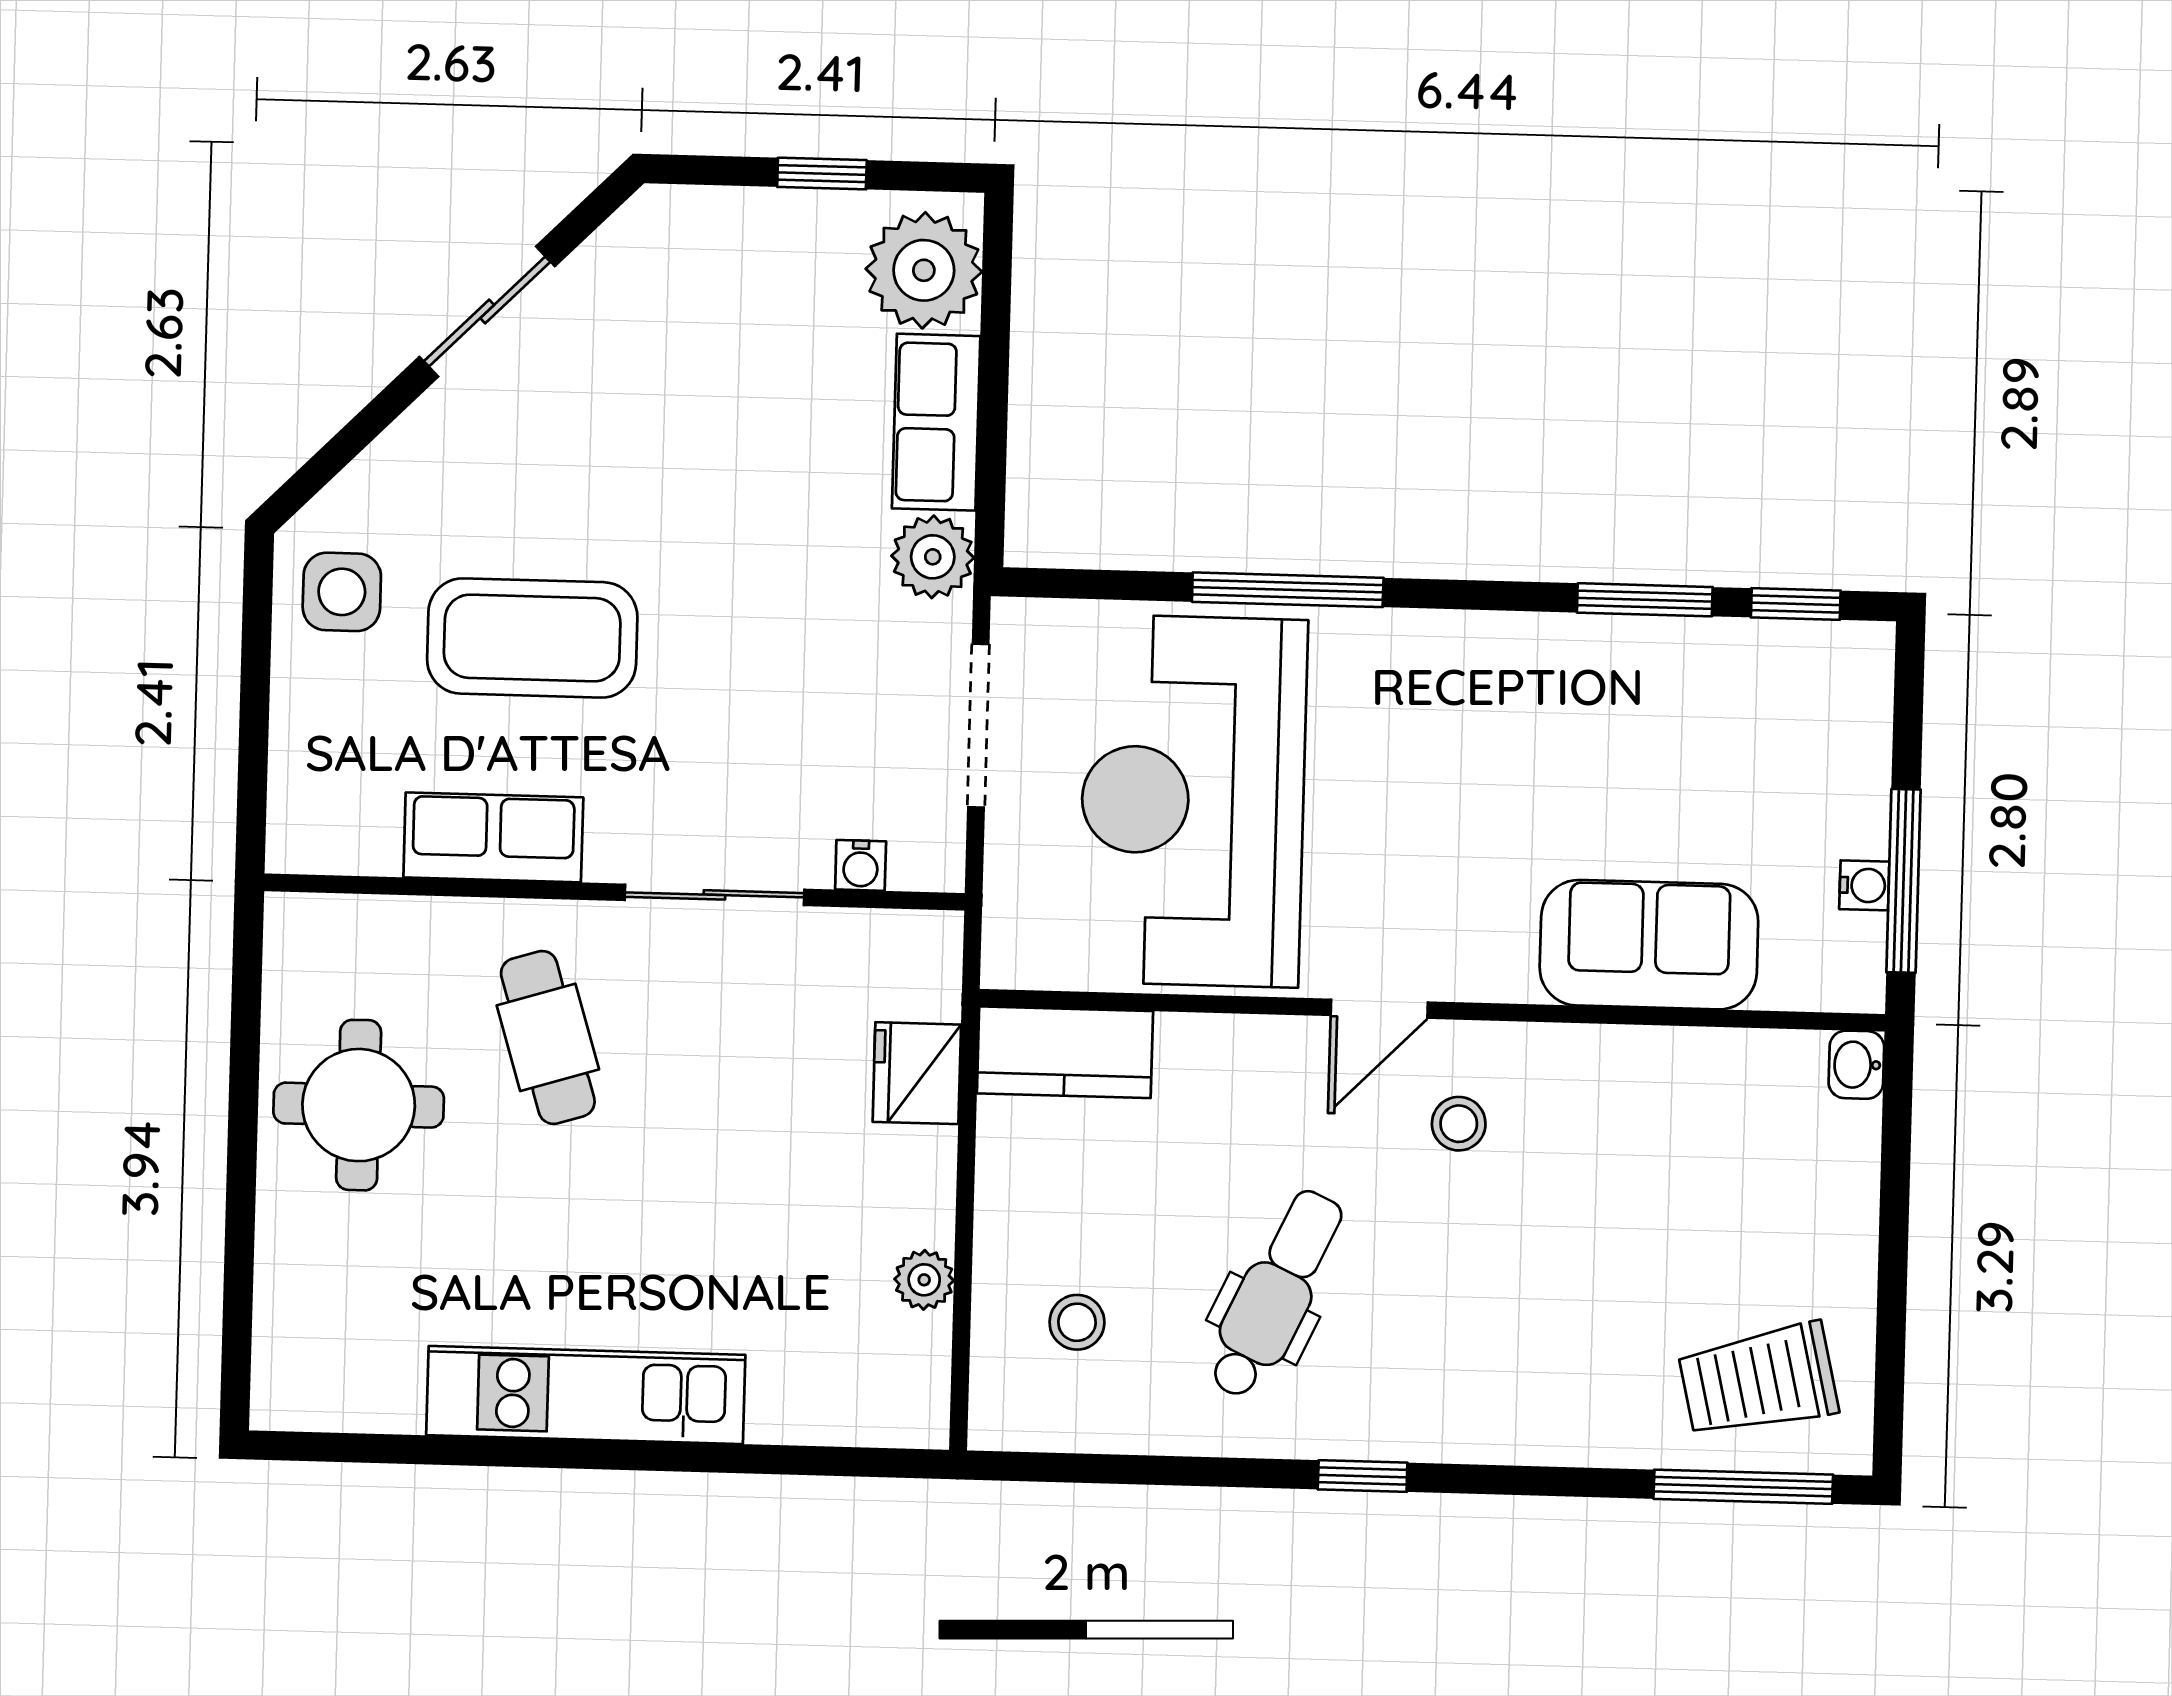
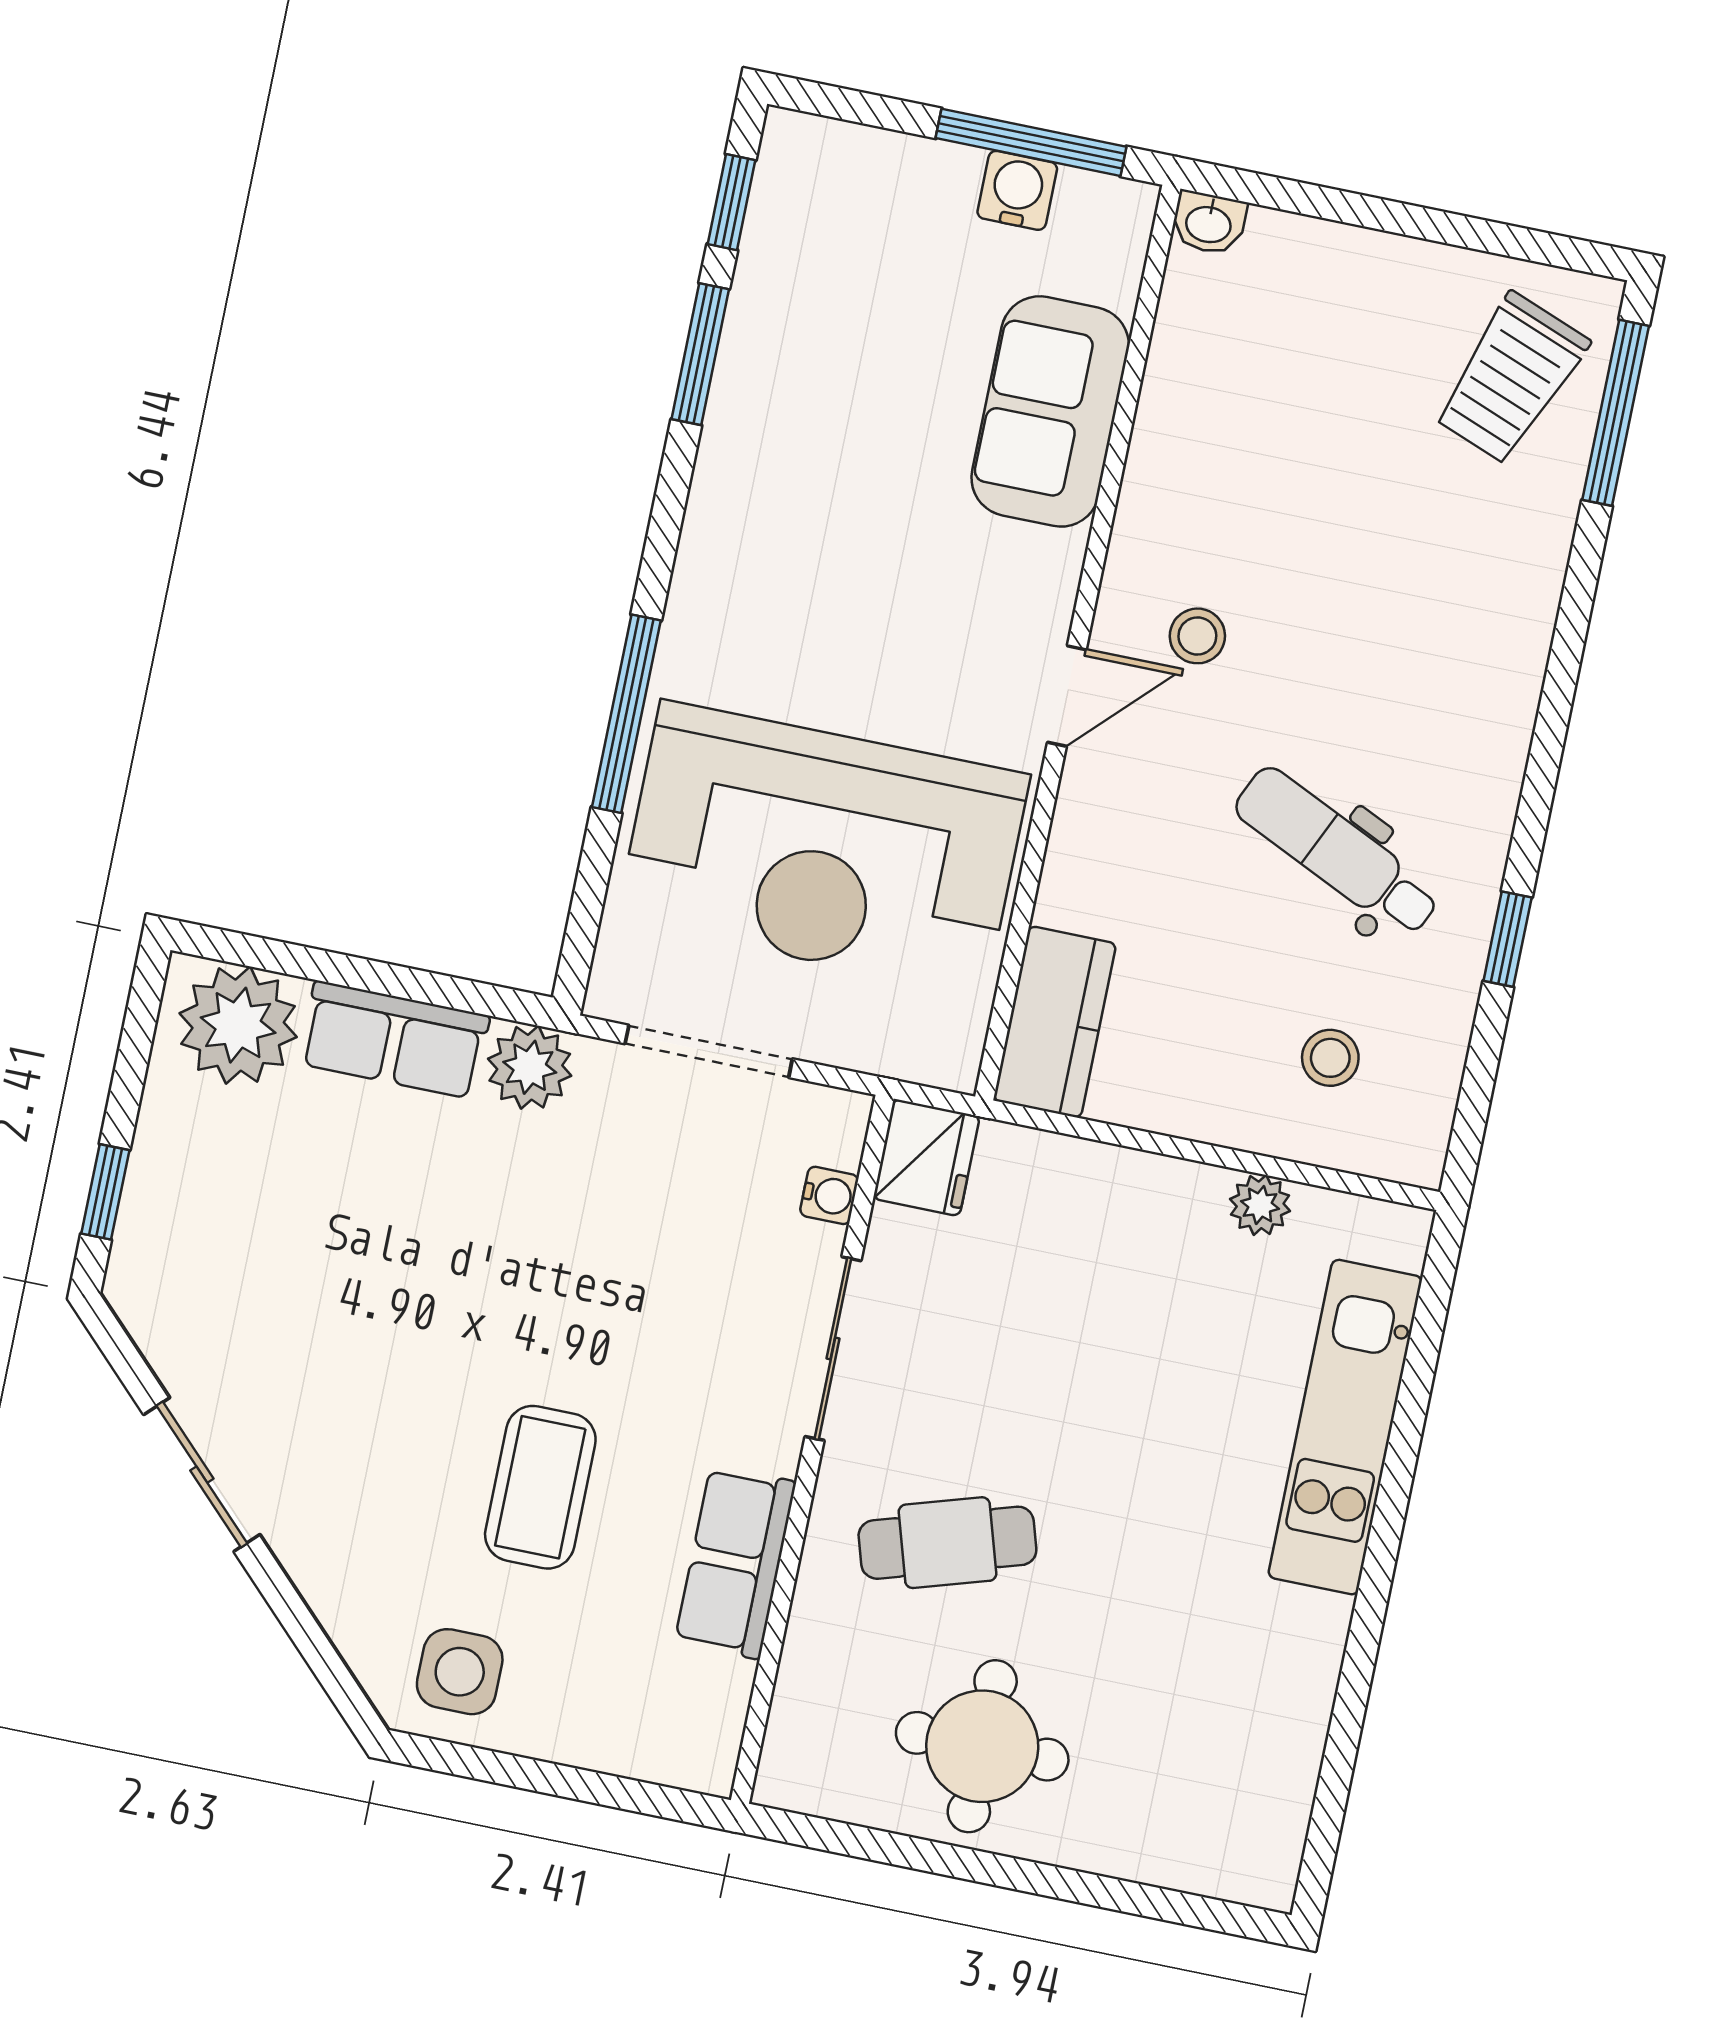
window: (822, 174) -> (105, 1192), moved
coffee table: (532, 638) -> (540, 1487), width x0.73, depth x0.76
water cooler: (1864, 885) -> (1017, 190), width x1.38, depth x1.38
door: (1379, 1009) -> (1067, 696), hinge flipped
fridge: (917, 1073) -> (926, 1157), moved, turned -90
trolley: (1758, 1380) -> (1511, 379), turned 34
kitchen unit: (586, 1395) -> (1345, 1427), moved
window: (1363, 1476) -> (1508, 939), moved

